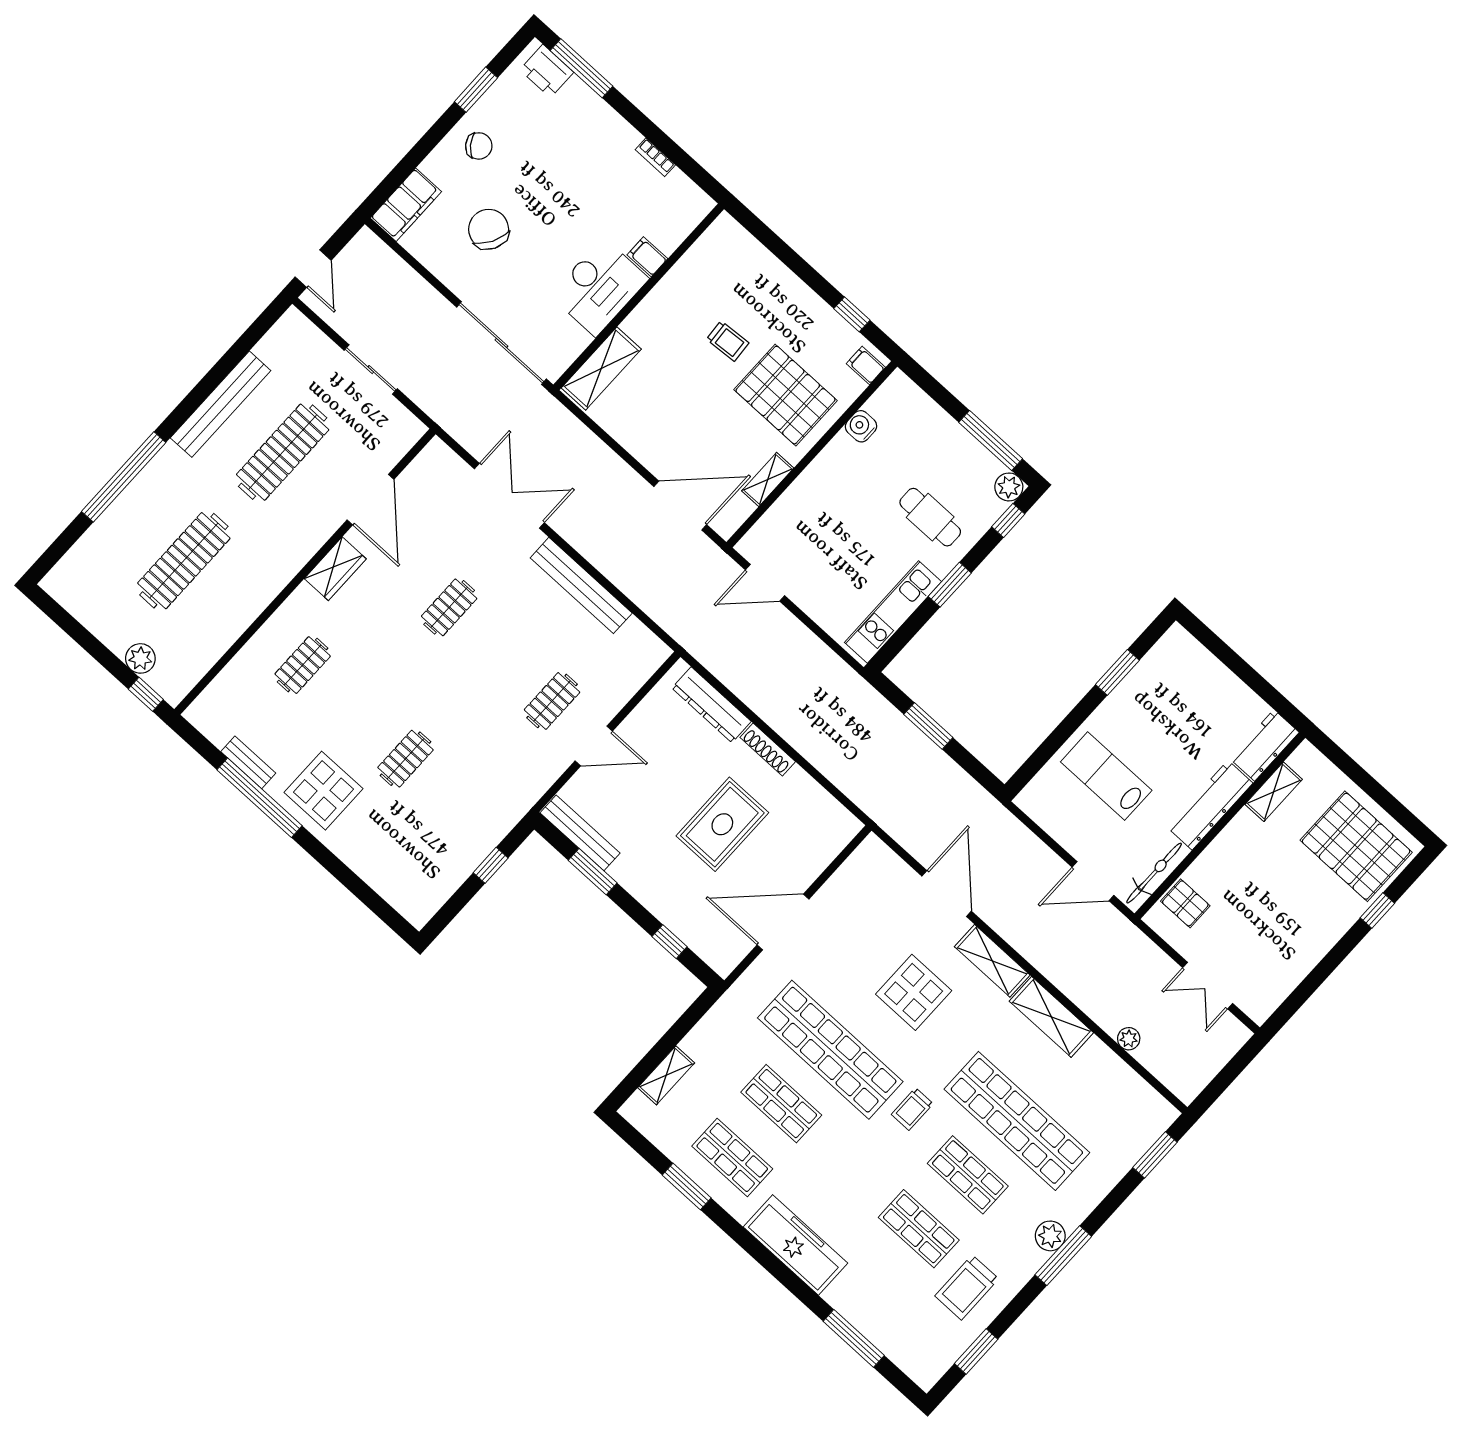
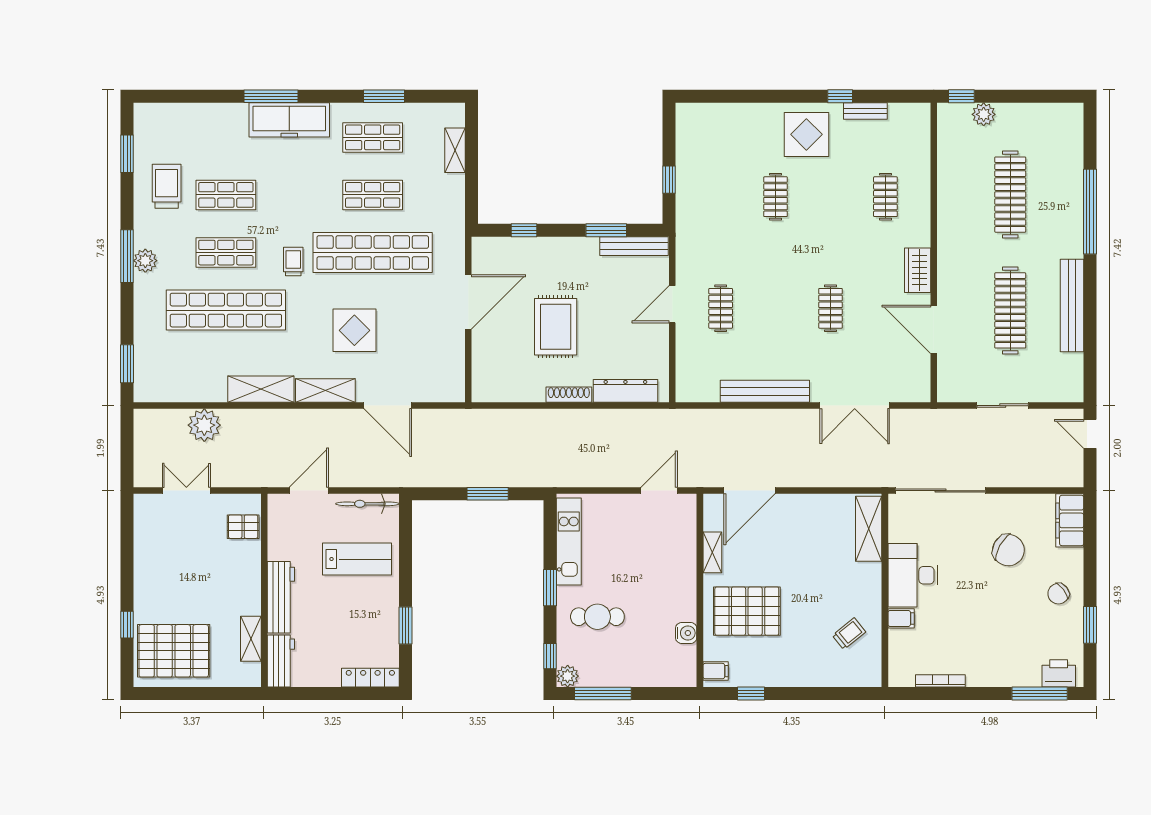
bookcase: (655, 157) -> (940, 681), width x1.56
trolley: (728, 341) -> (849, 634), moved, turned 145
locker: (1195, 654) -> (370, 678), added
window: (259, 798) -> (840, 96), width x0.32
bicycle: (1154, 873) -> (367, 504), moved, turned 90
plant: (1129, 1039) -> (204, 425), width x1.88, depth x1.88
window: (854, 1338) -> (271, 96), moved

